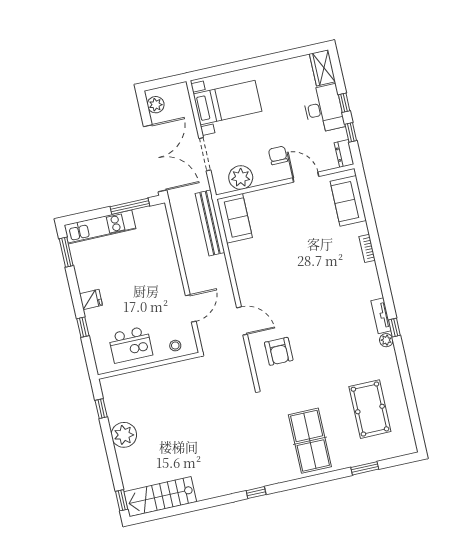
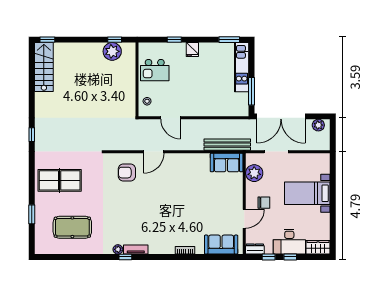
bed with nightstands: (228, 103) -> (307, 193), moved, turned 90
kitchen island: (130, 345) -> (155, 70), turned -90
plant: (124, 435) -> (112, 51), moved

